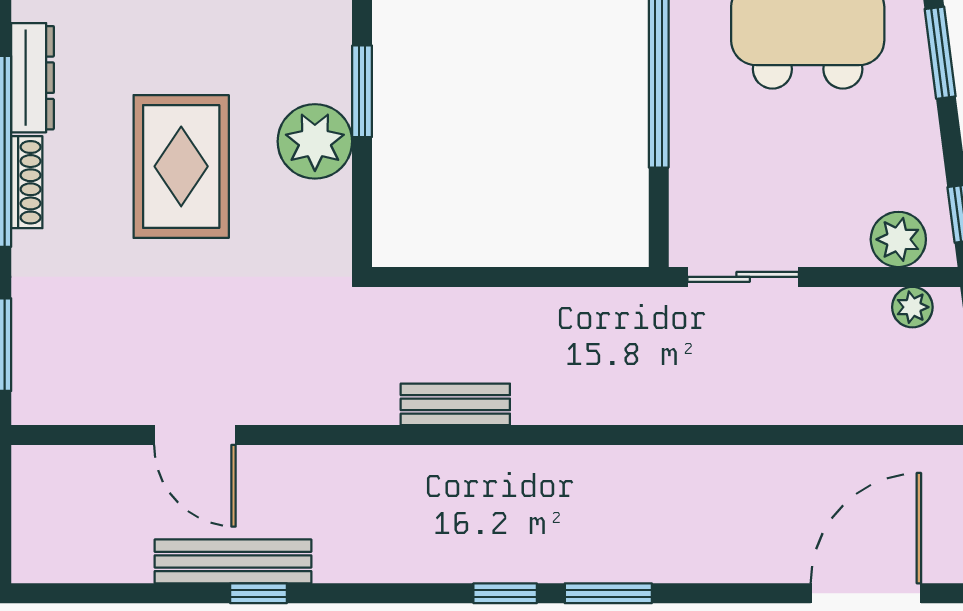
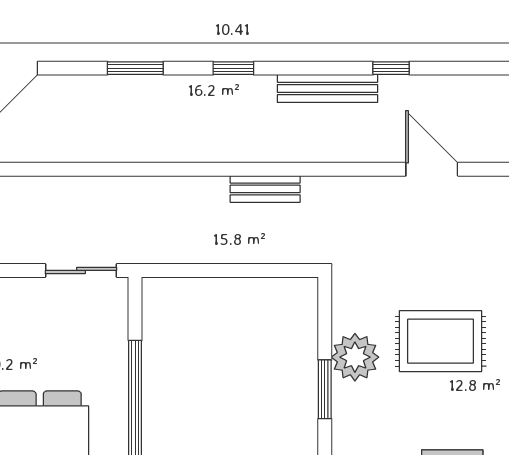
rug: (181, 166) -> (441, 341), turned 90
bench: (233, 561) -> (327, 88), moved
window: (608, 593) -> (135, 68), moved

